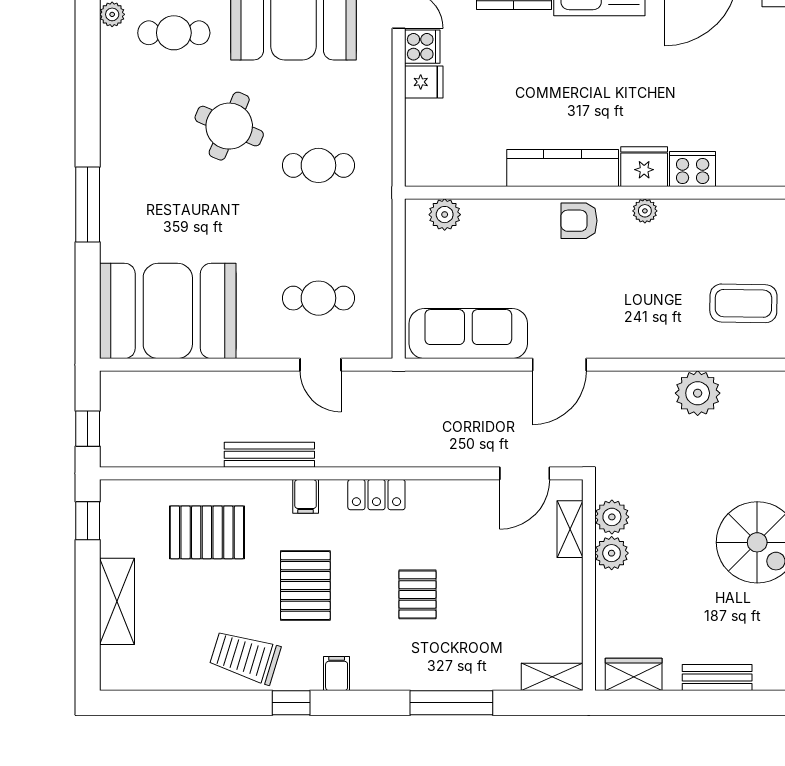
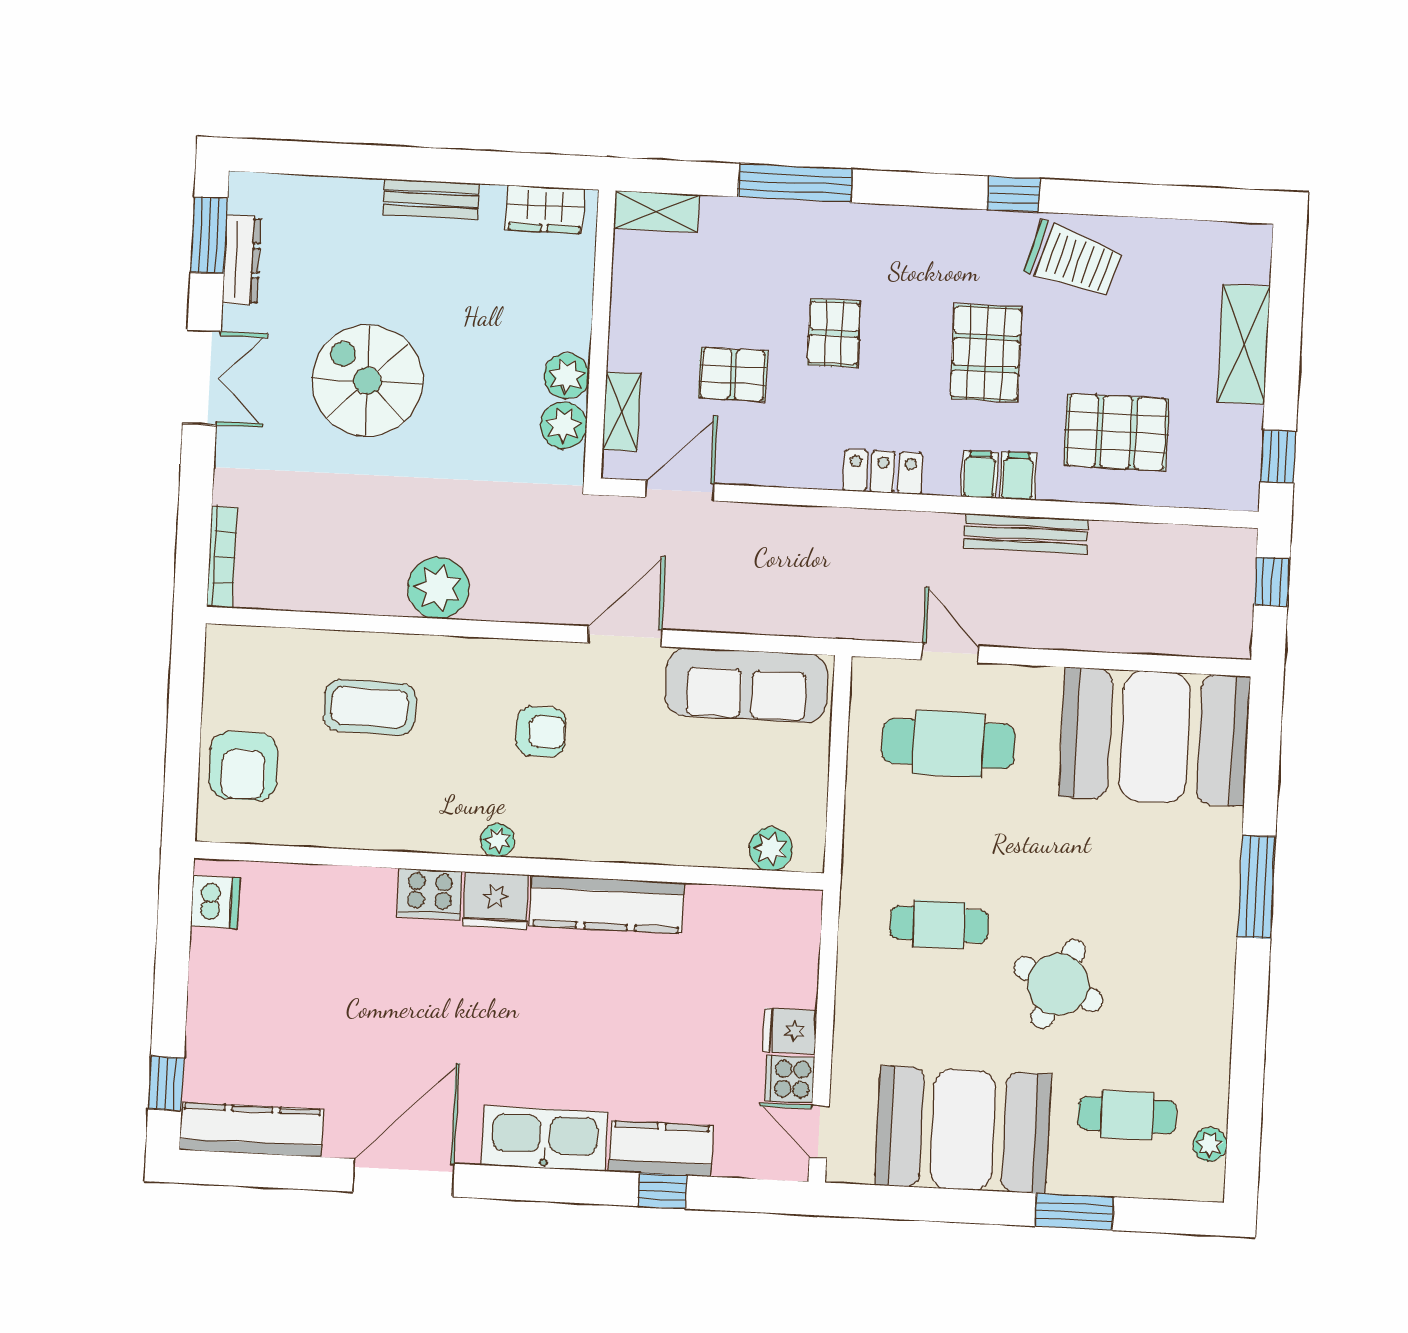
armchair: (579, 221) -> (541, 732), moved
cafe table: (318, 298) -> (948, 744), width x1.37, depth x1.35
pallet: (490, 560) -> (733, 374), added
filing cabinet: (337, 674) -> (1018, 476), moved, turned 180

